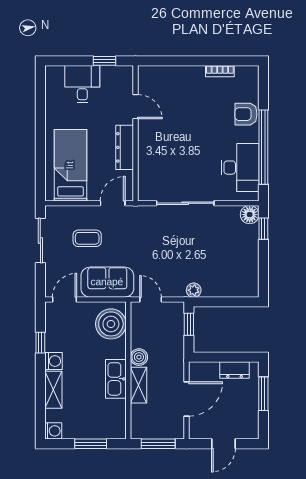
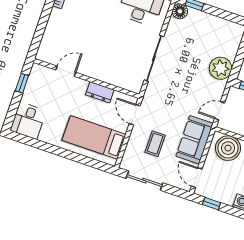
desk: (82, 84) -> (28, 121), moved, turned -90
dresser: (125, 147) -> (100, 92), width x0.70
plant: (194, 290) -> (220, 68), width x1.88, depth x1.88
window: (40, 343) -> (212, 204), moved

